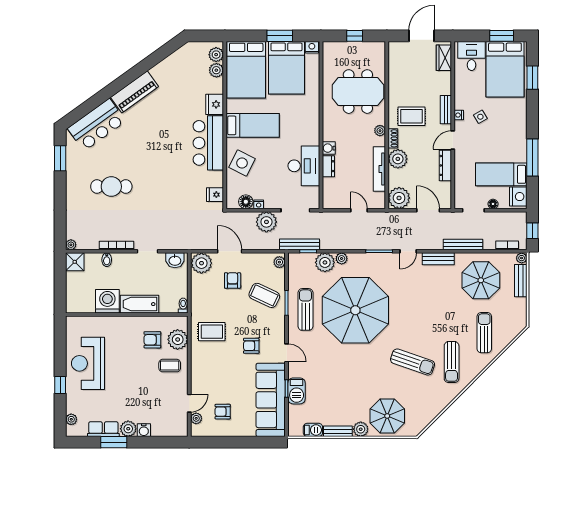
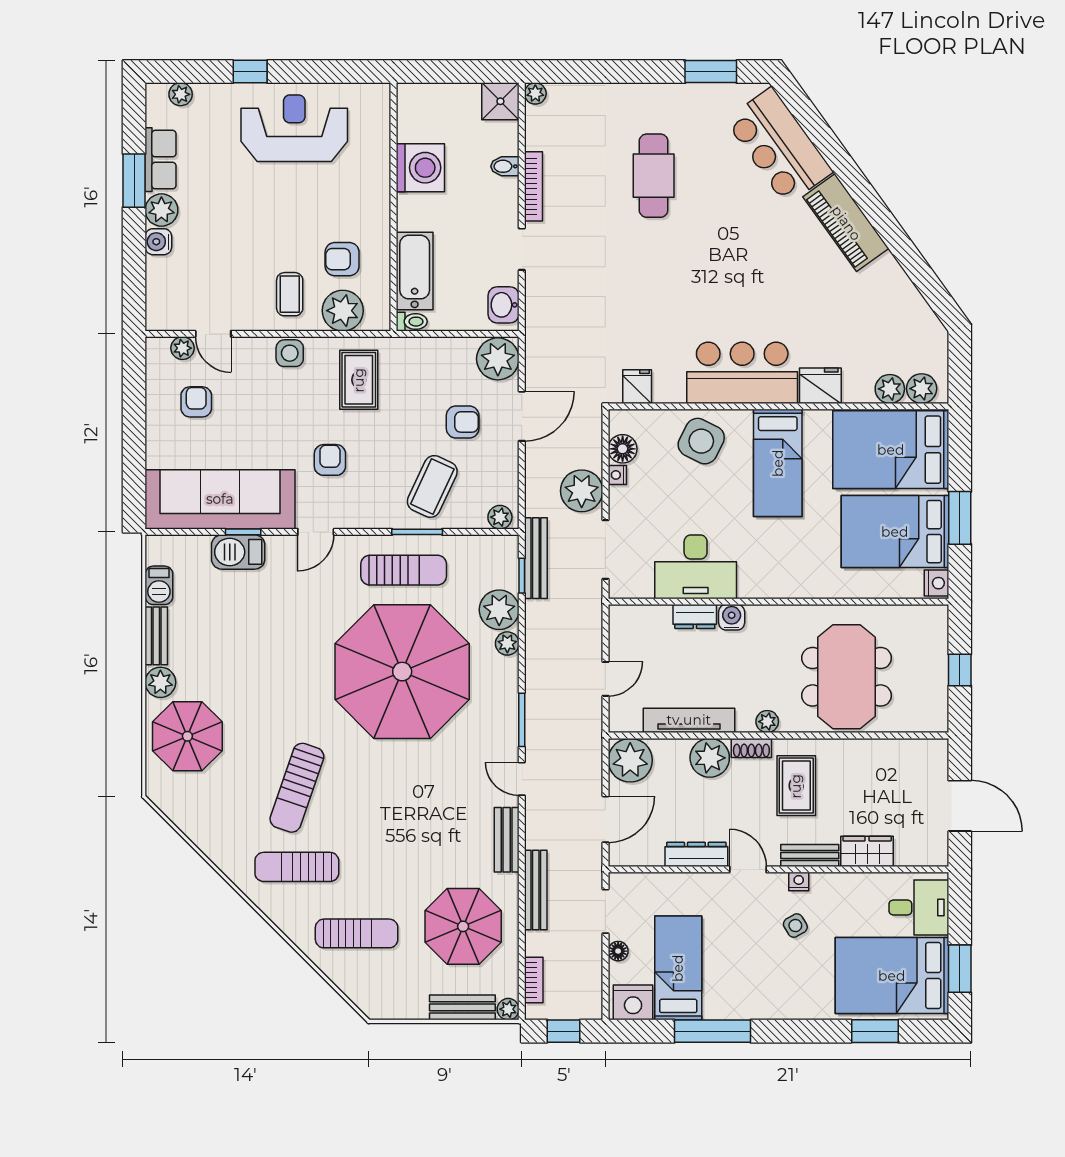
wardrobe: (444, 58) -> (867, 851), moved
bathtub: (139, 304) -> (415, 271), moved
armchair: (152, 340) -> (342, 259), turned -90
side table: (199, 366) -> (290, 353), added

